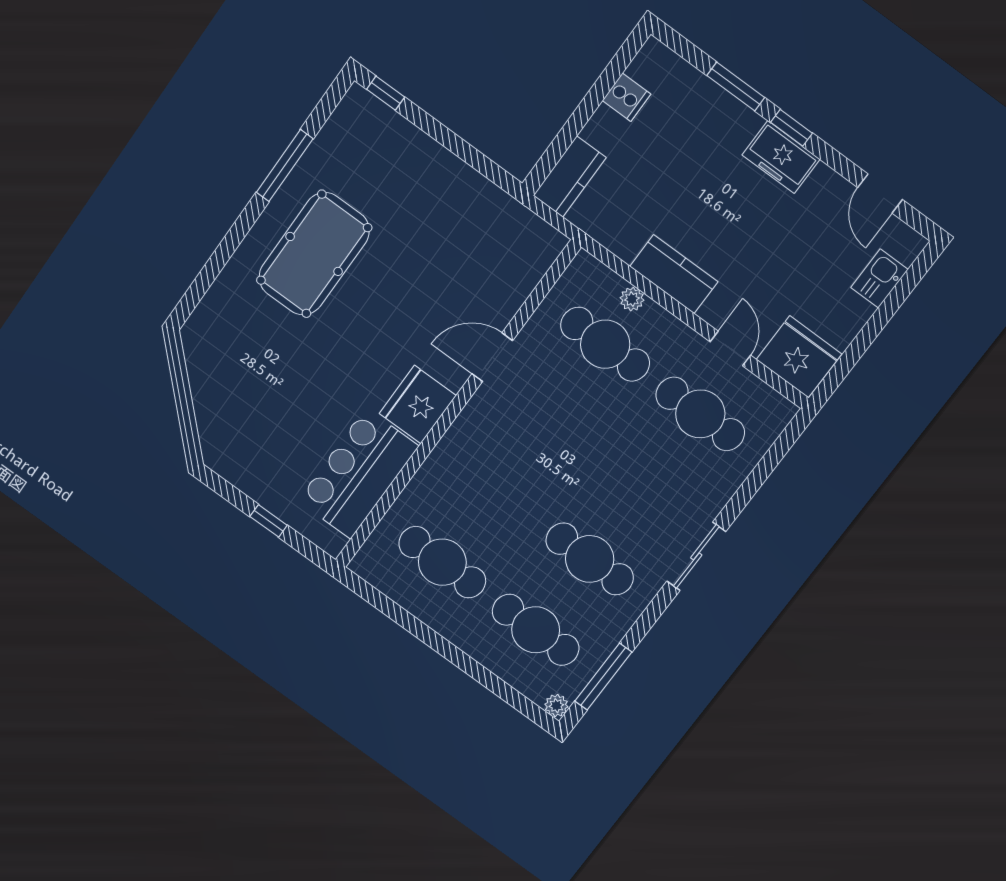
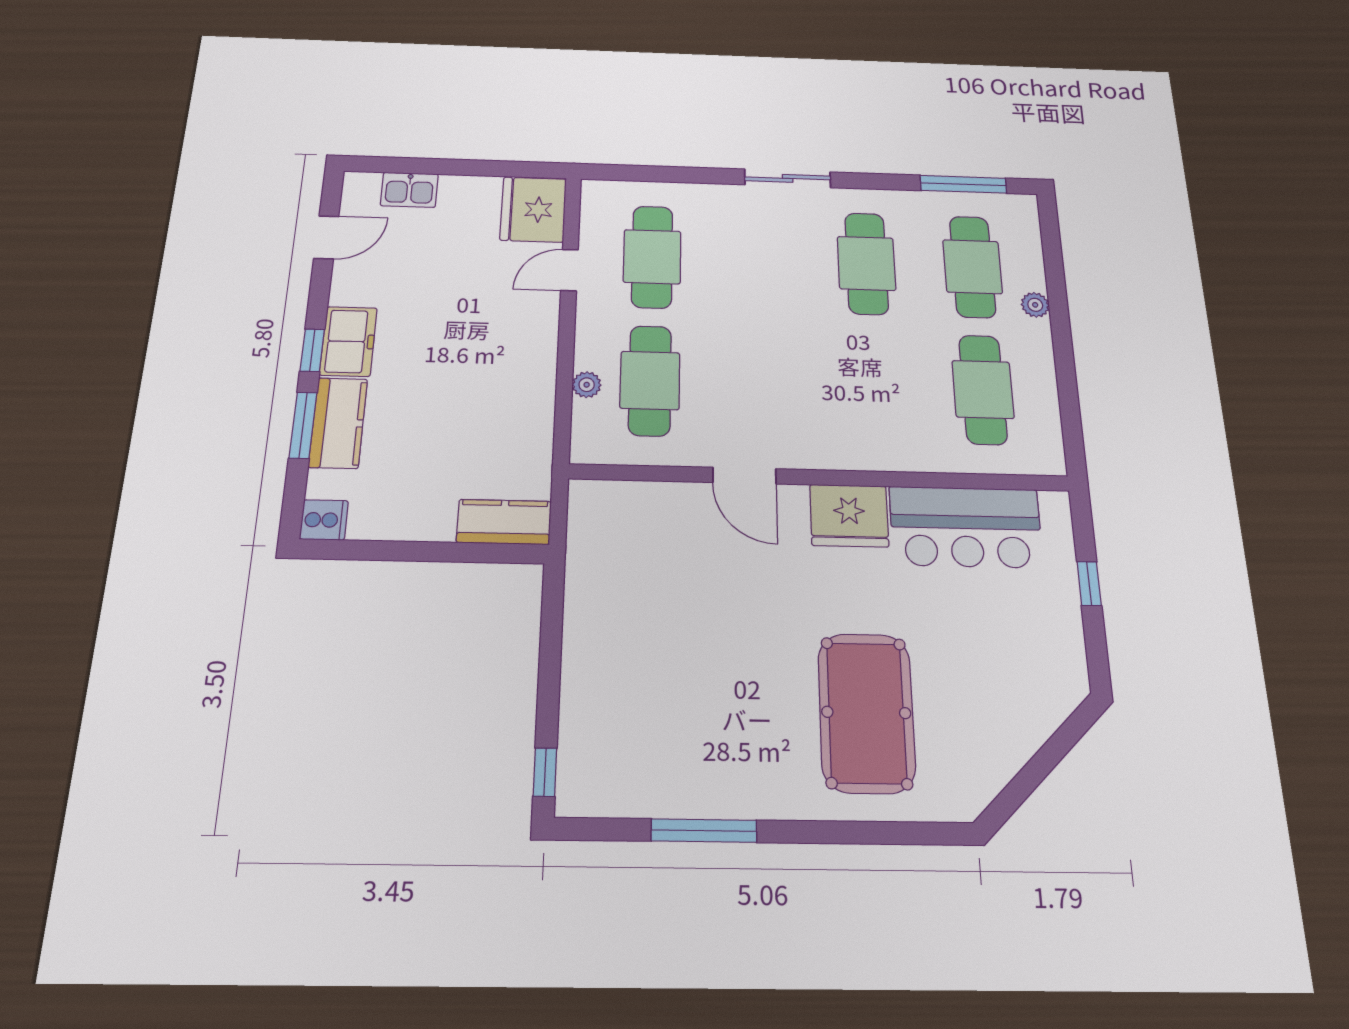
cooker: (627, 97) -> (324, 520), moved, turned 90
pool table: (314, 254) -> (866, 712), moved, turned 90
kitchen counter: (674, 274) -> (338, 423), moved, turned 180
plant: (556, 706) -> (1035, 305), moved

